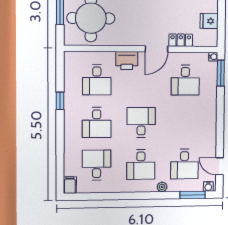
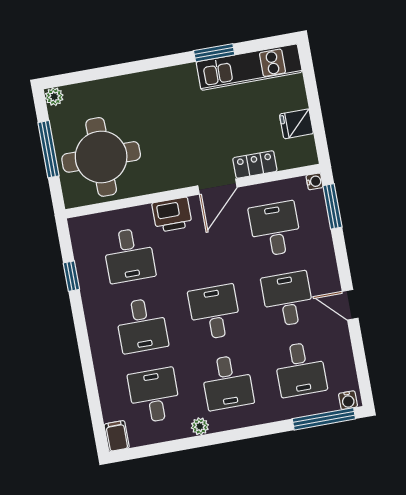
desk: (185, 80) -> (275, 229), turned 180
window: (60, 101) -> (71, 276), moved
desk: (185, 122) -> (288, 299), added
door: (220, 166) -> (350, 305), moved
plant: (162, 187) -> (200, 426), moved
window: (193, 195) -> (324, 419), width x1.44

